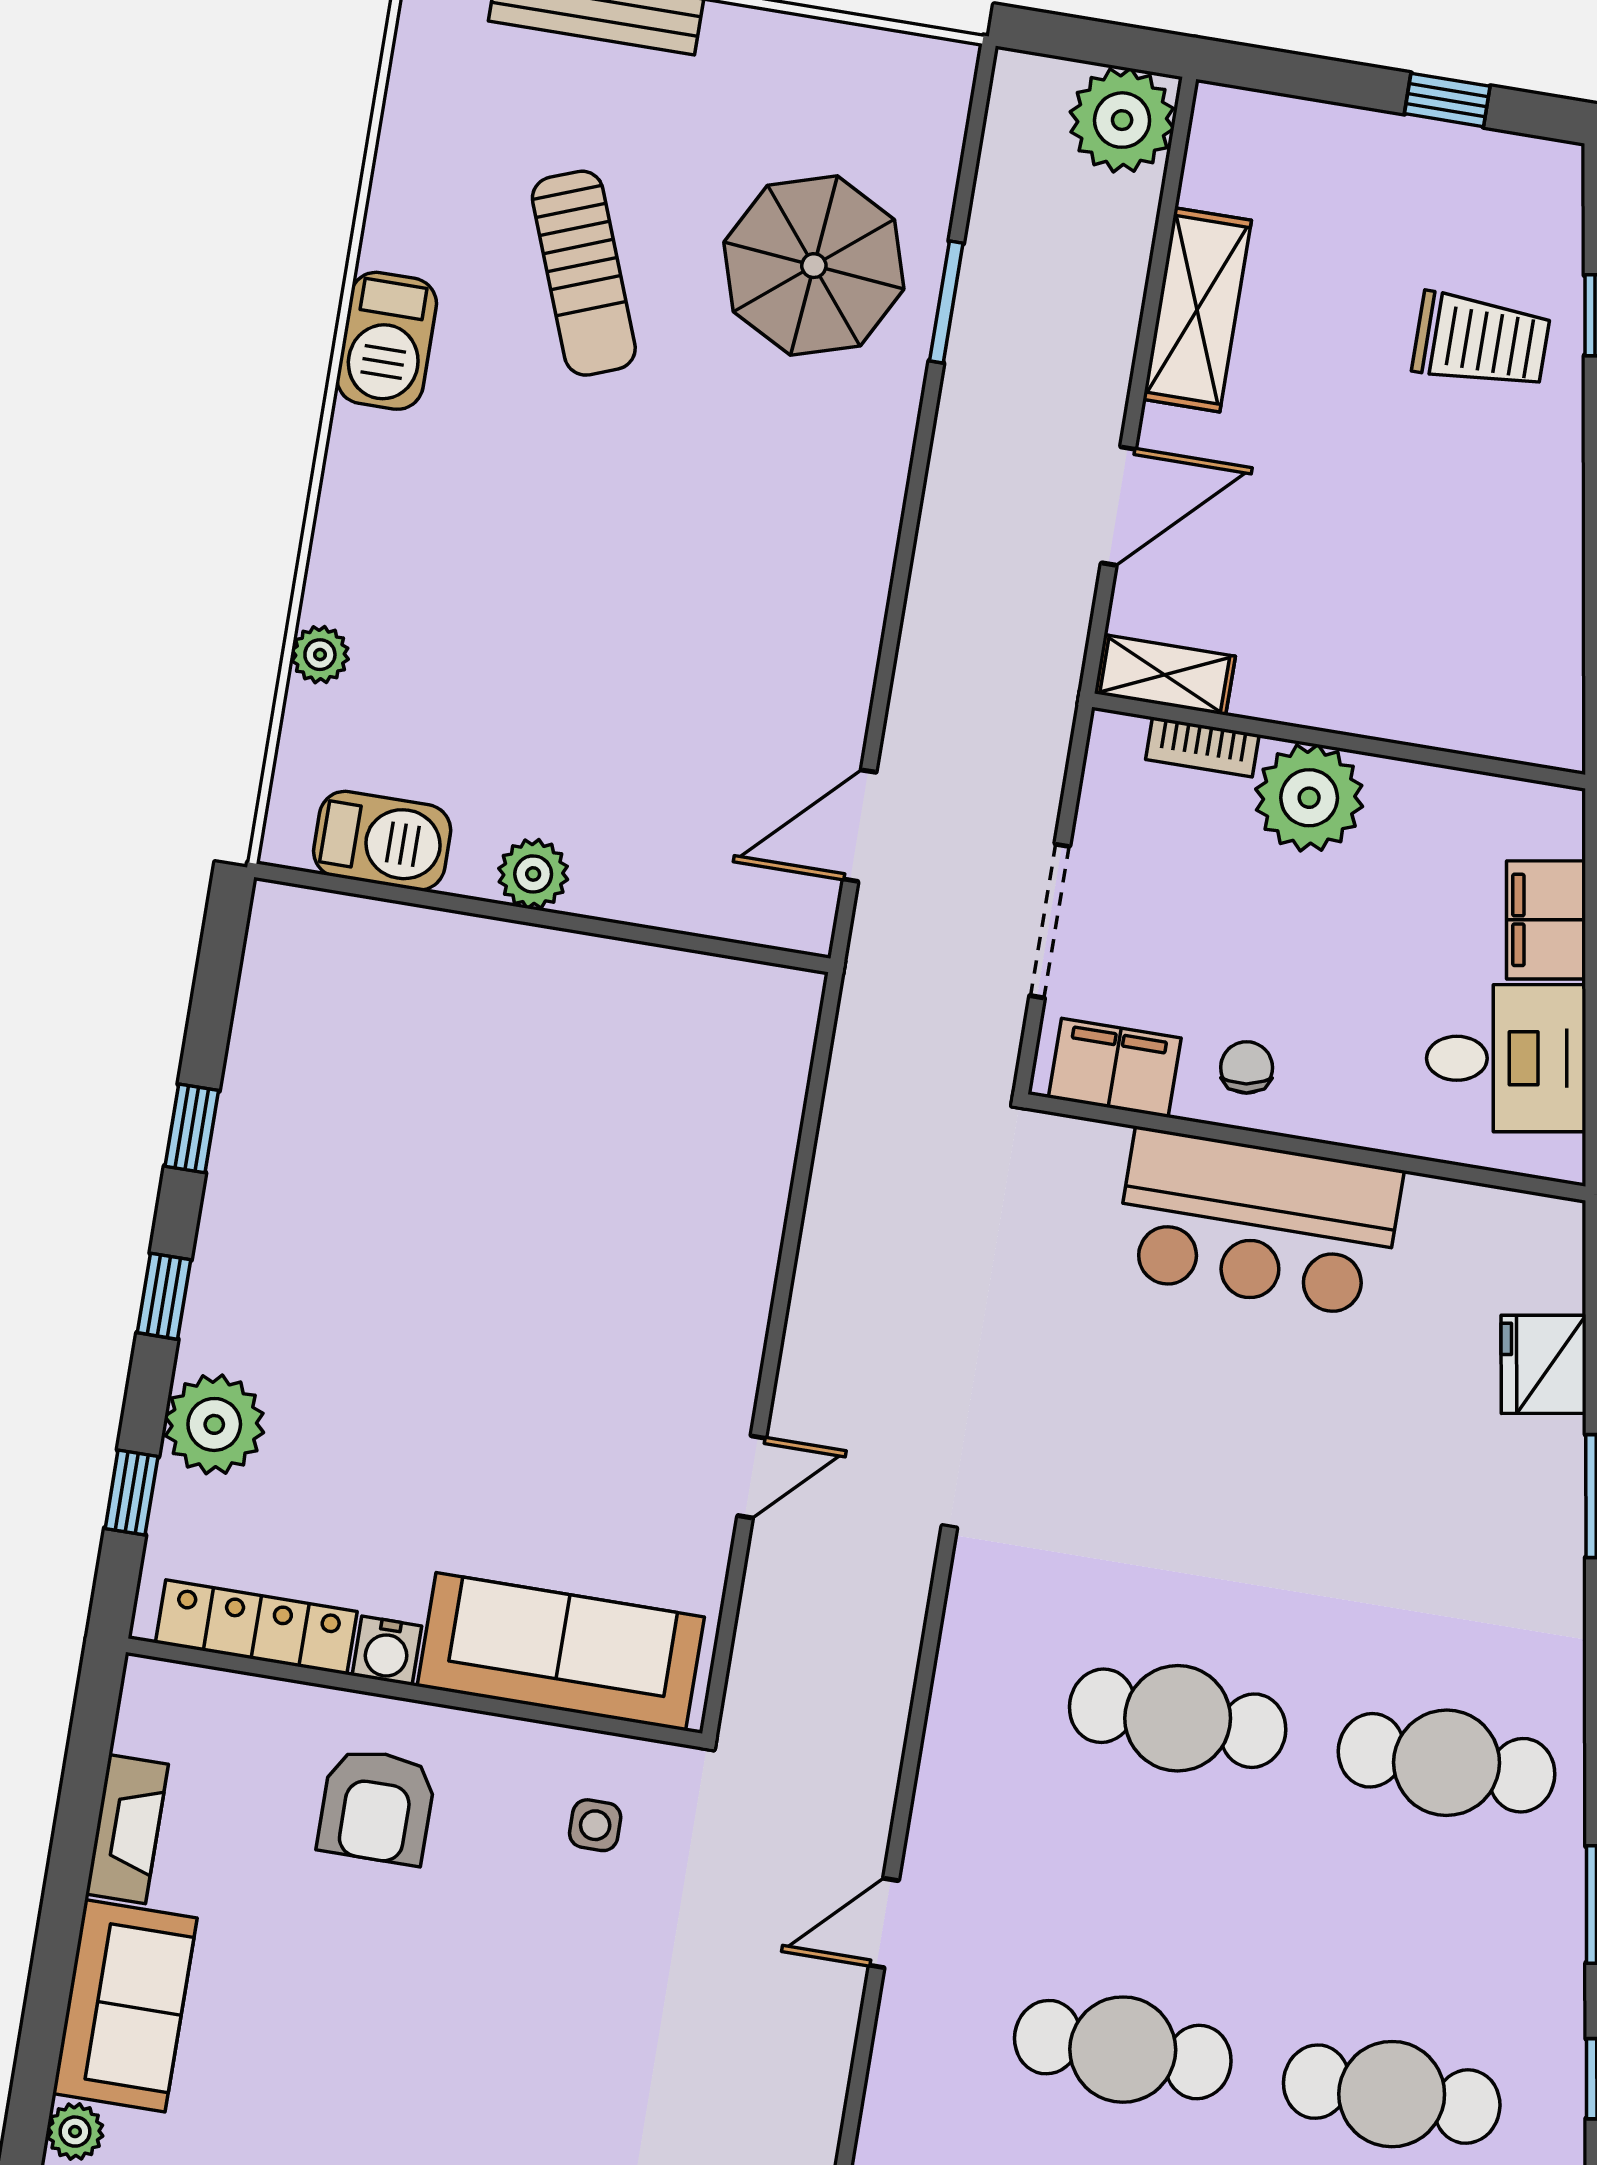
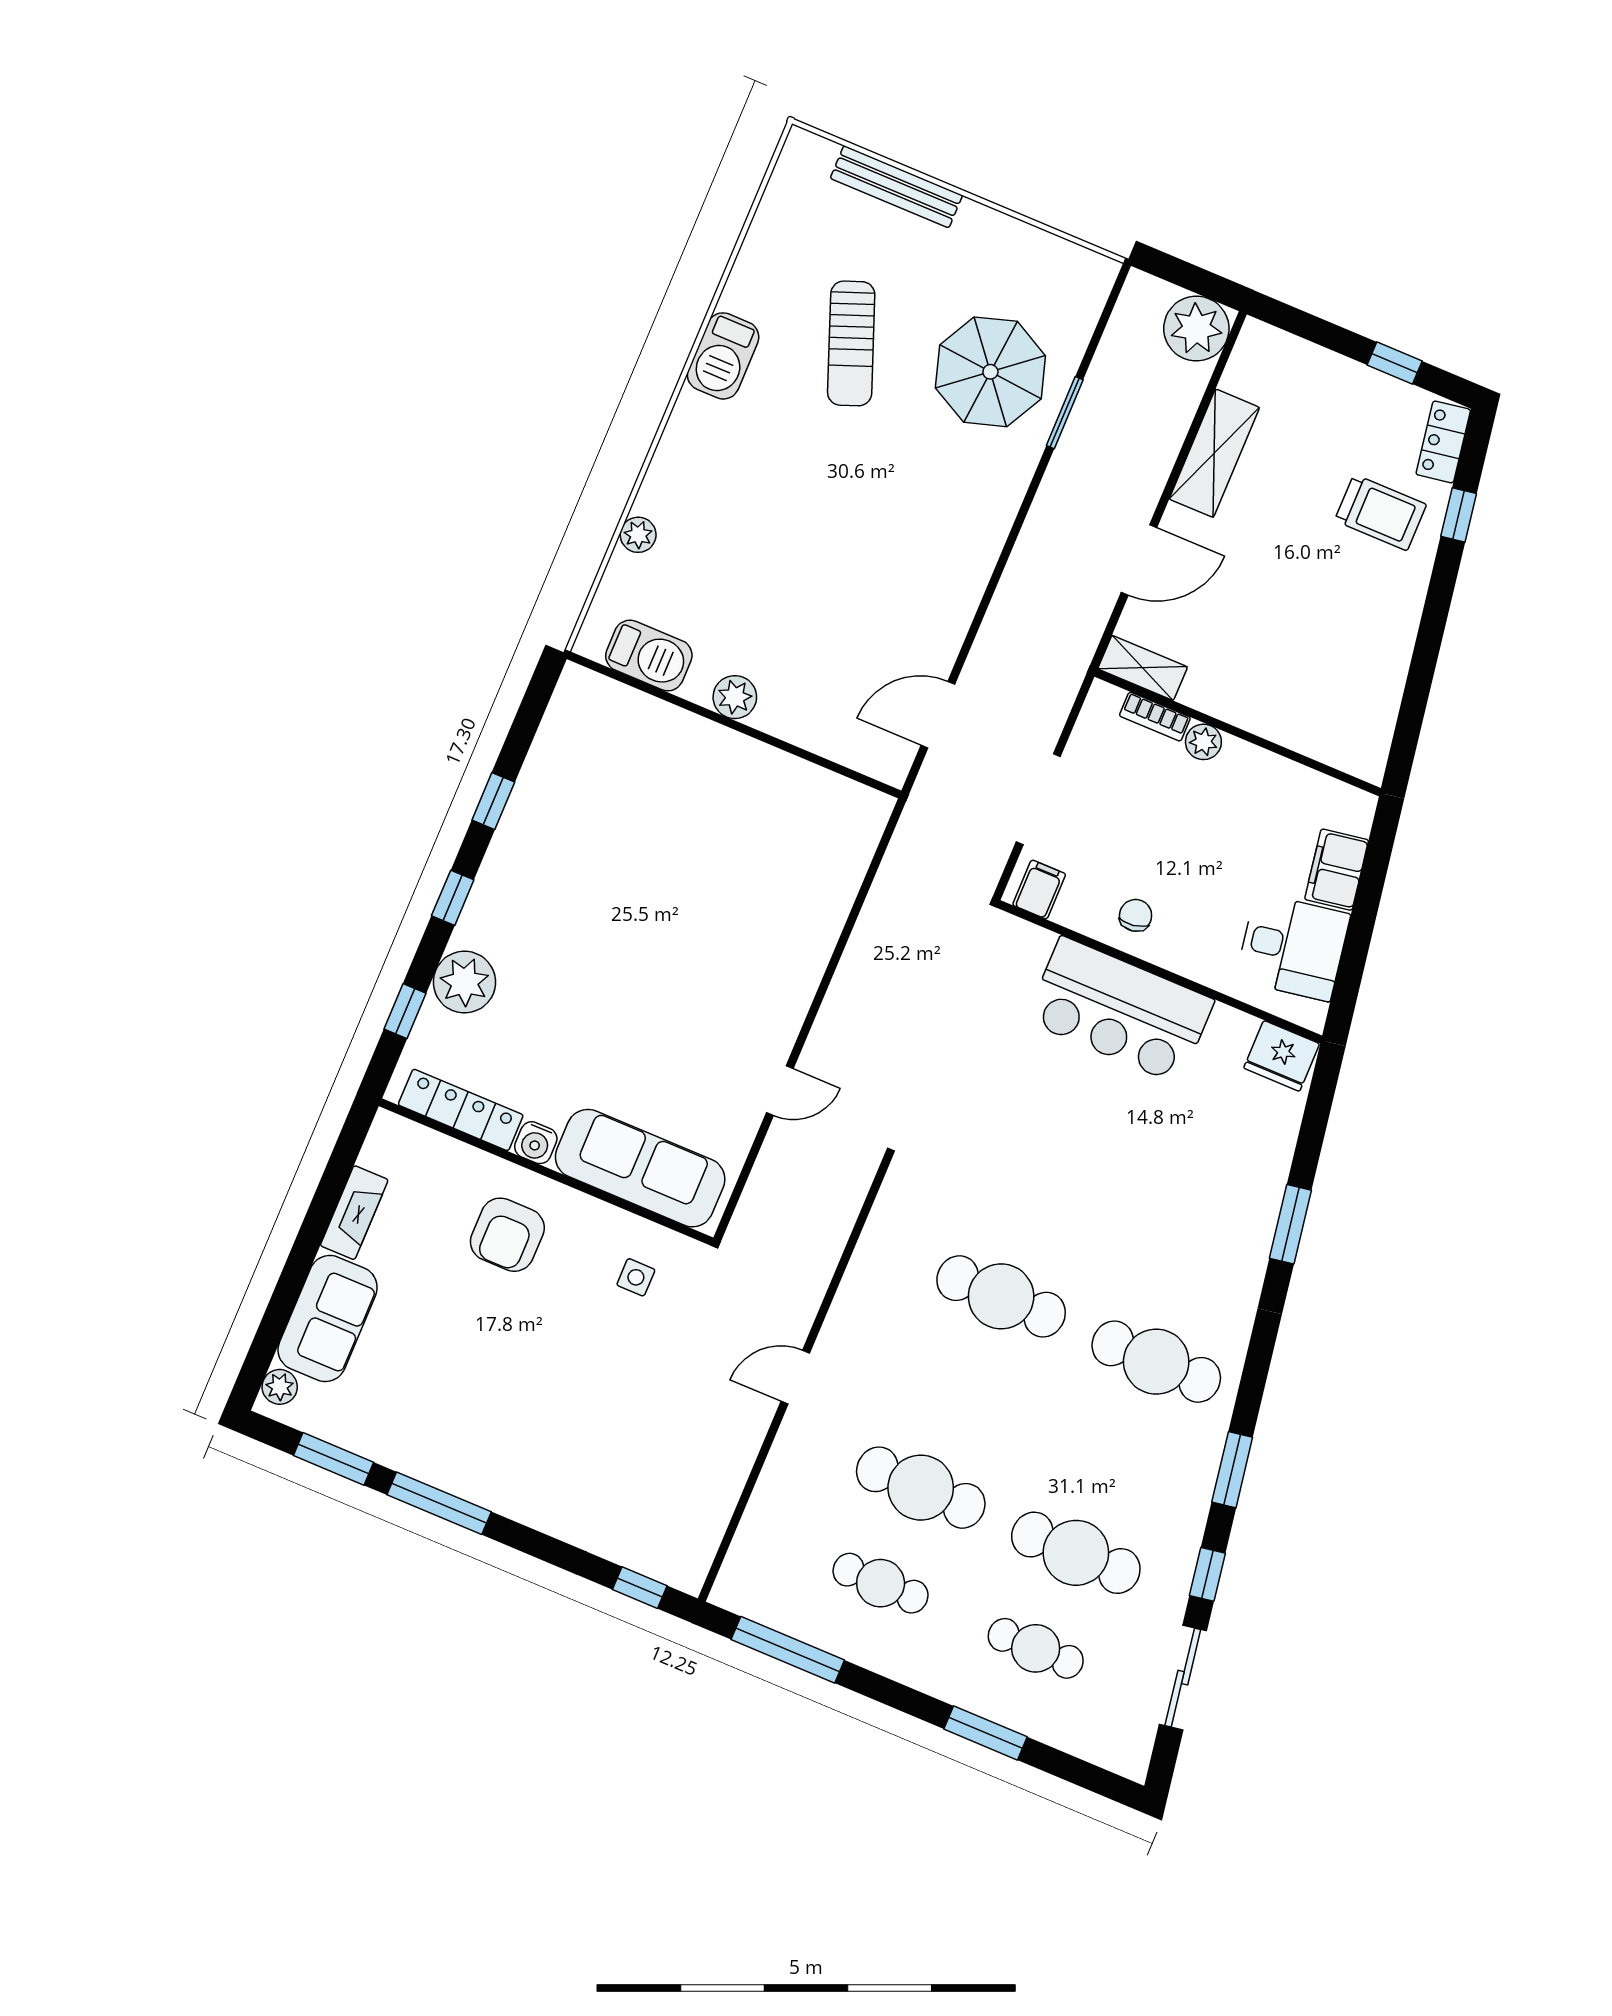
locker: (1554, 206) -> (1443, 442), added
plant: (1309, 798) -> (1203, 742), width x0.53, depth x0.53
filing cabinet: (1115, 1068) -> (1039, 890), width x0.50
fridge: (1544, 1364) -> (1282, 1056), moved, turned -81

